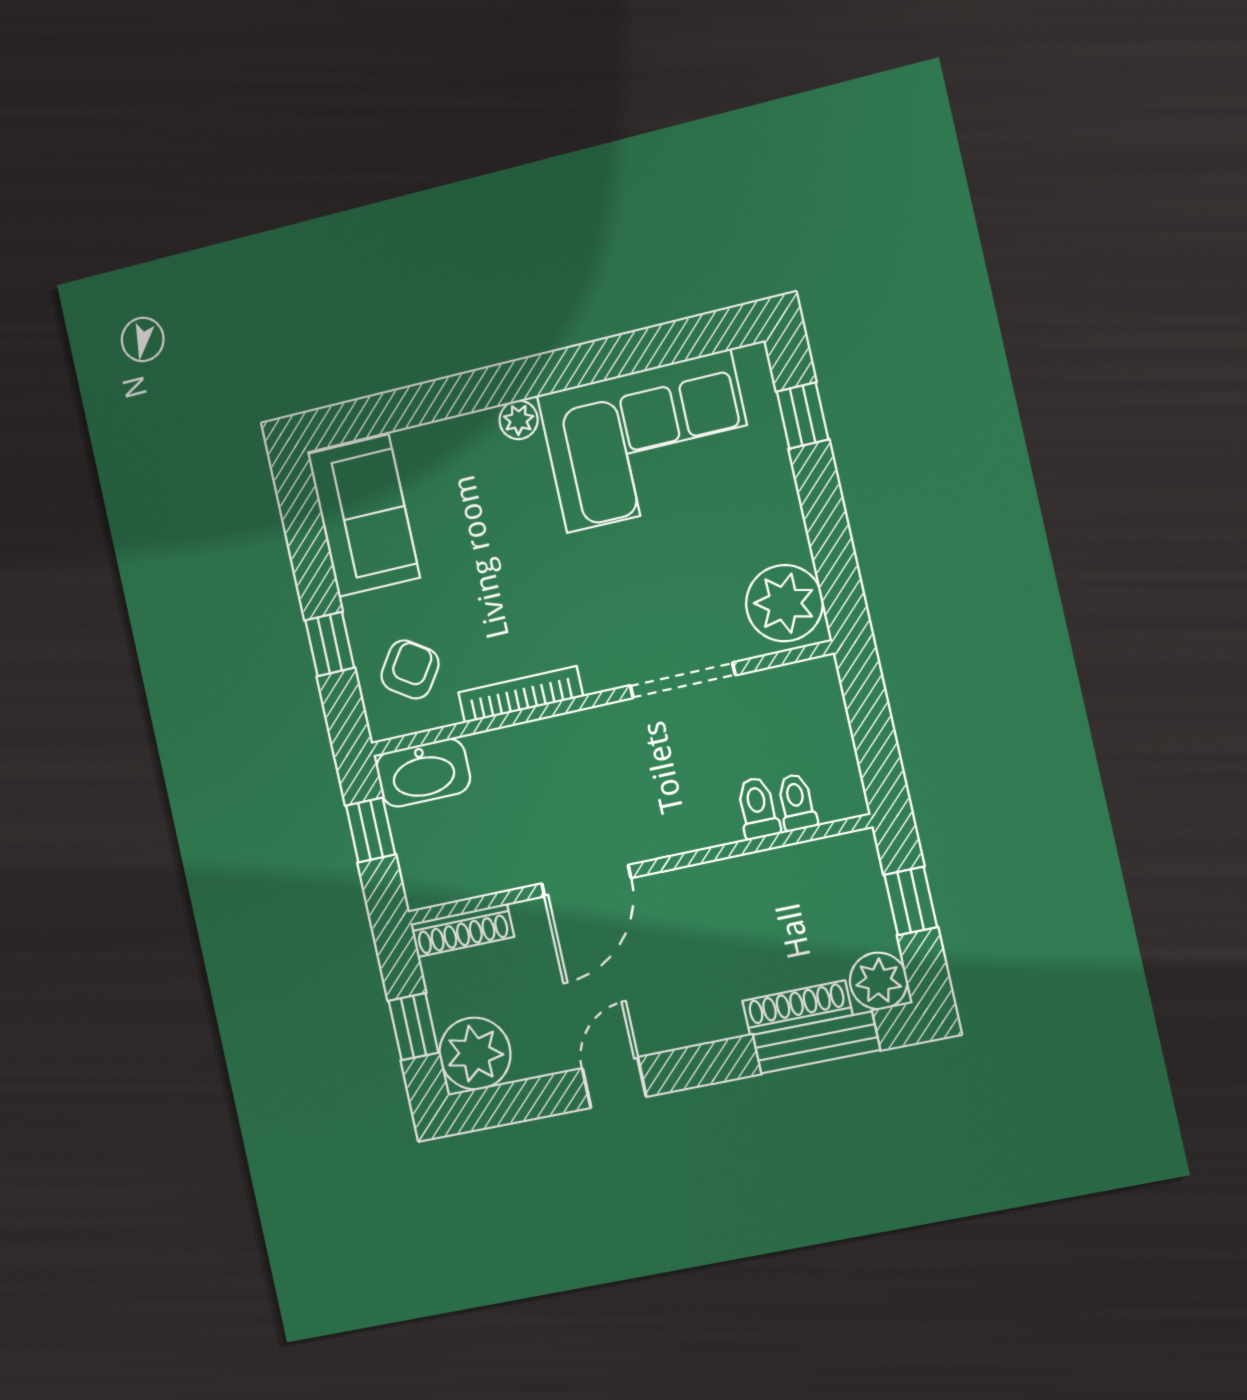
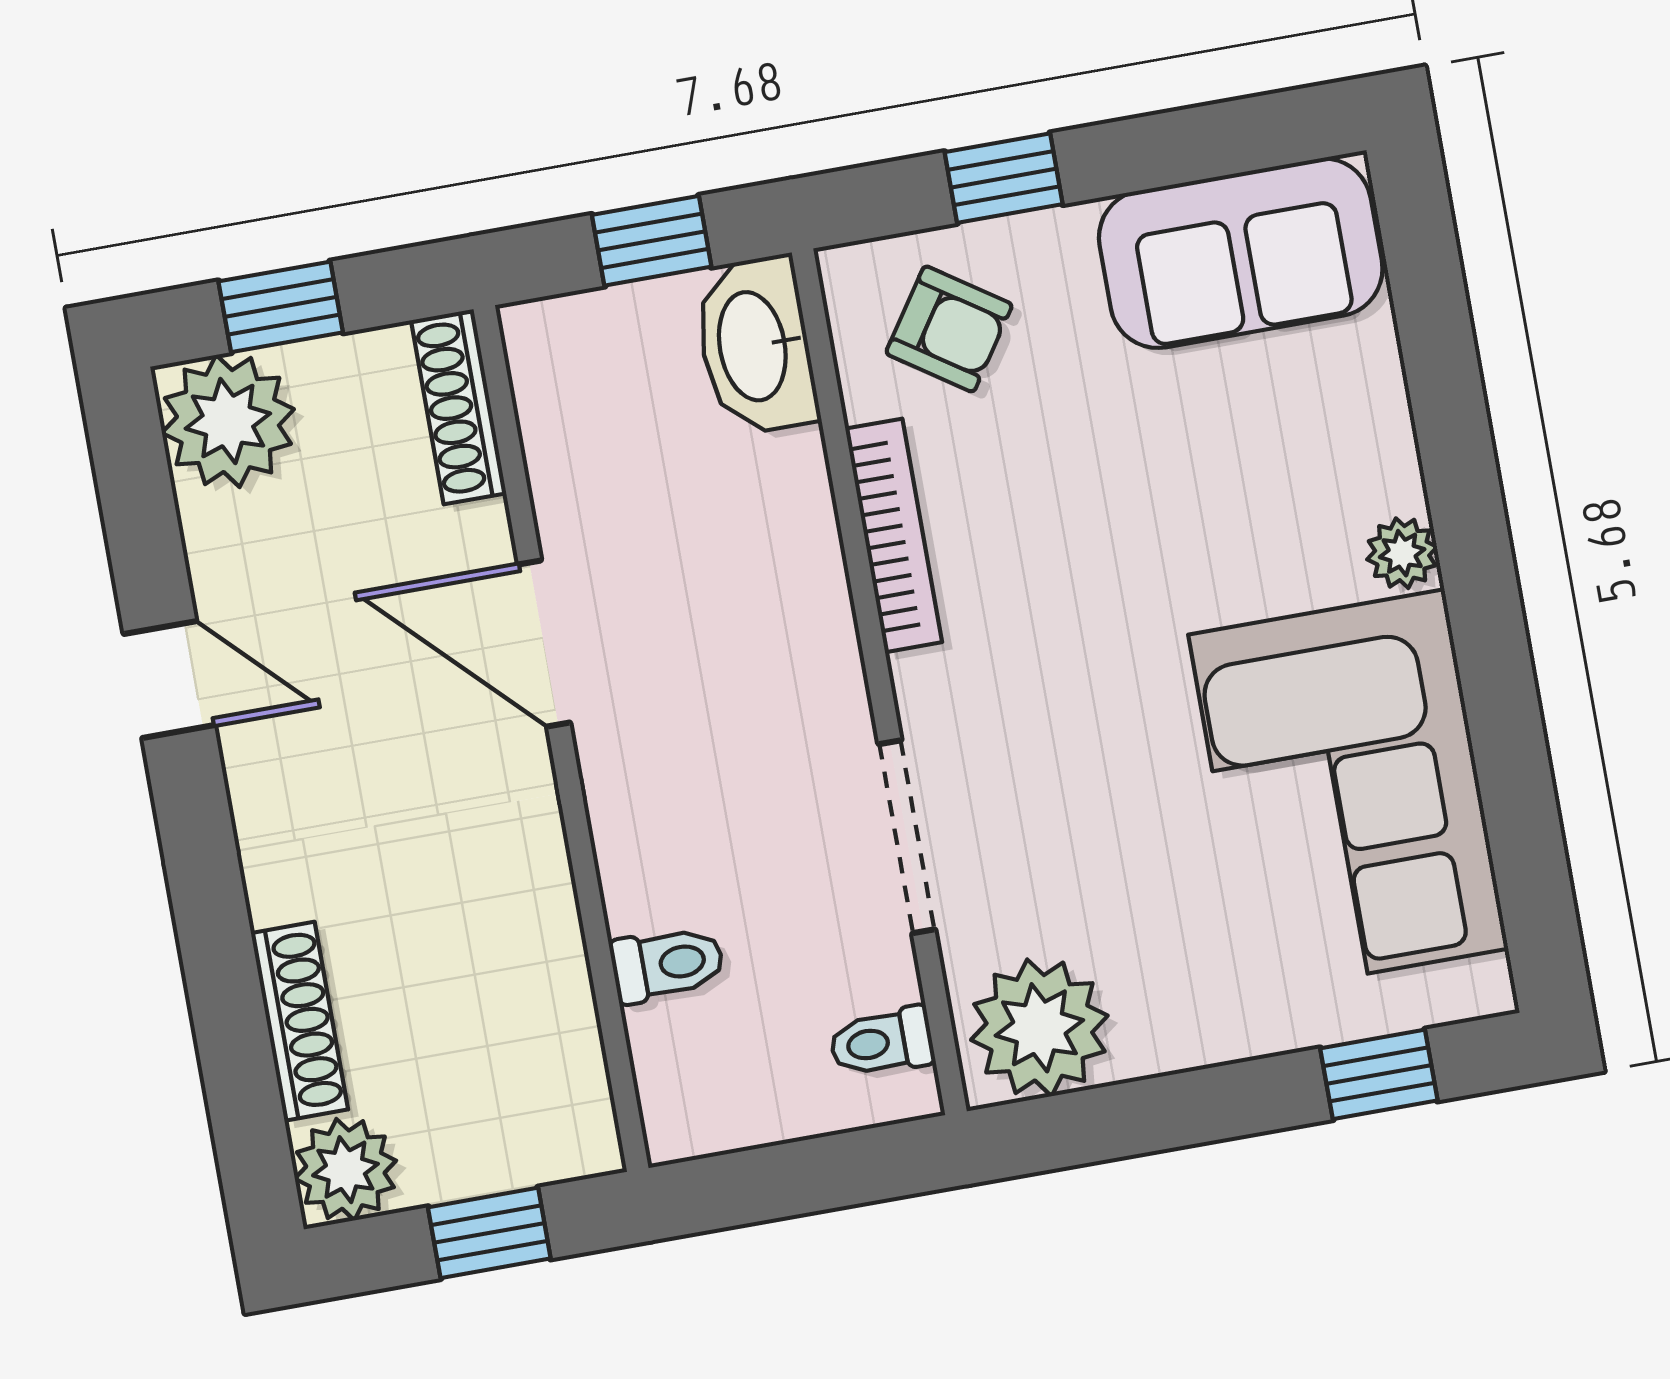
toilet: (797, 802) -> (882, 1042), moved, turned 180
window: (816, 1042) -> (236, 1053), removed

